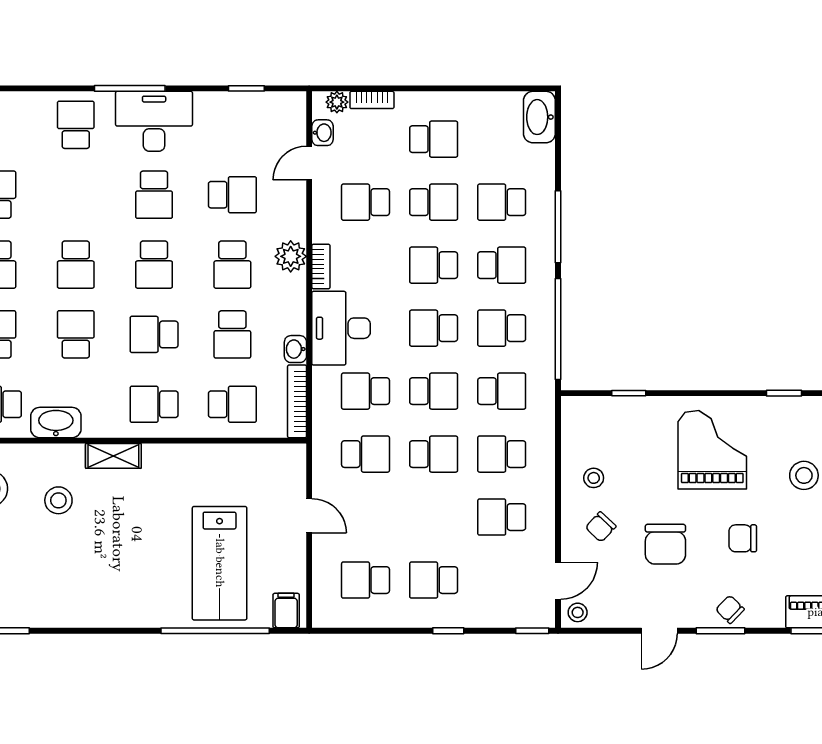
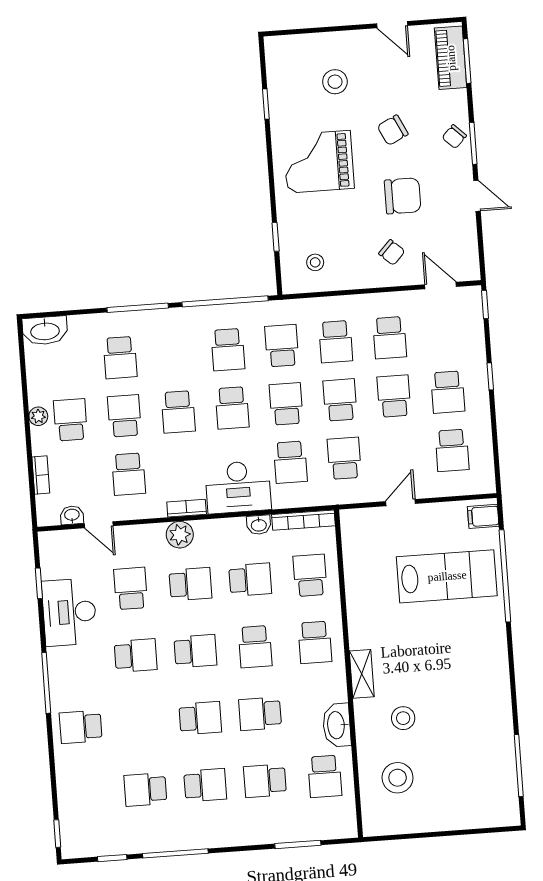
plant: (337, 102) -> (38, 416), moved
desk: (154, 121) -> (69, 612), moved
school desk: (502, 265) -> (394, 396), moved
stool: (594, 478) -> (315, 262), moved
chair: (743, 538) -> (393, 130), turned 64
stool: (578, 612) -> (466, 267), removed

